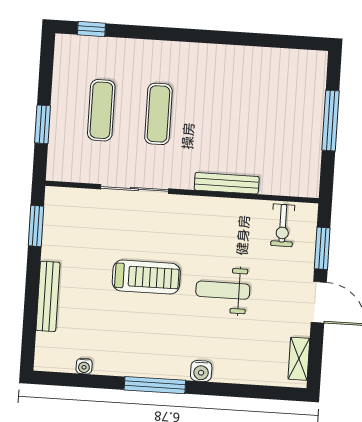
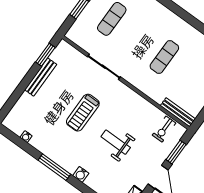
exercise mat: (158, 114) -> (164, 57), moved
bench: (227, 183) -> (178, 112), moved
treadmill: (146, 277) -> (83, 113), turned 90
bench: (48, 296) -> (41, 77), moved

